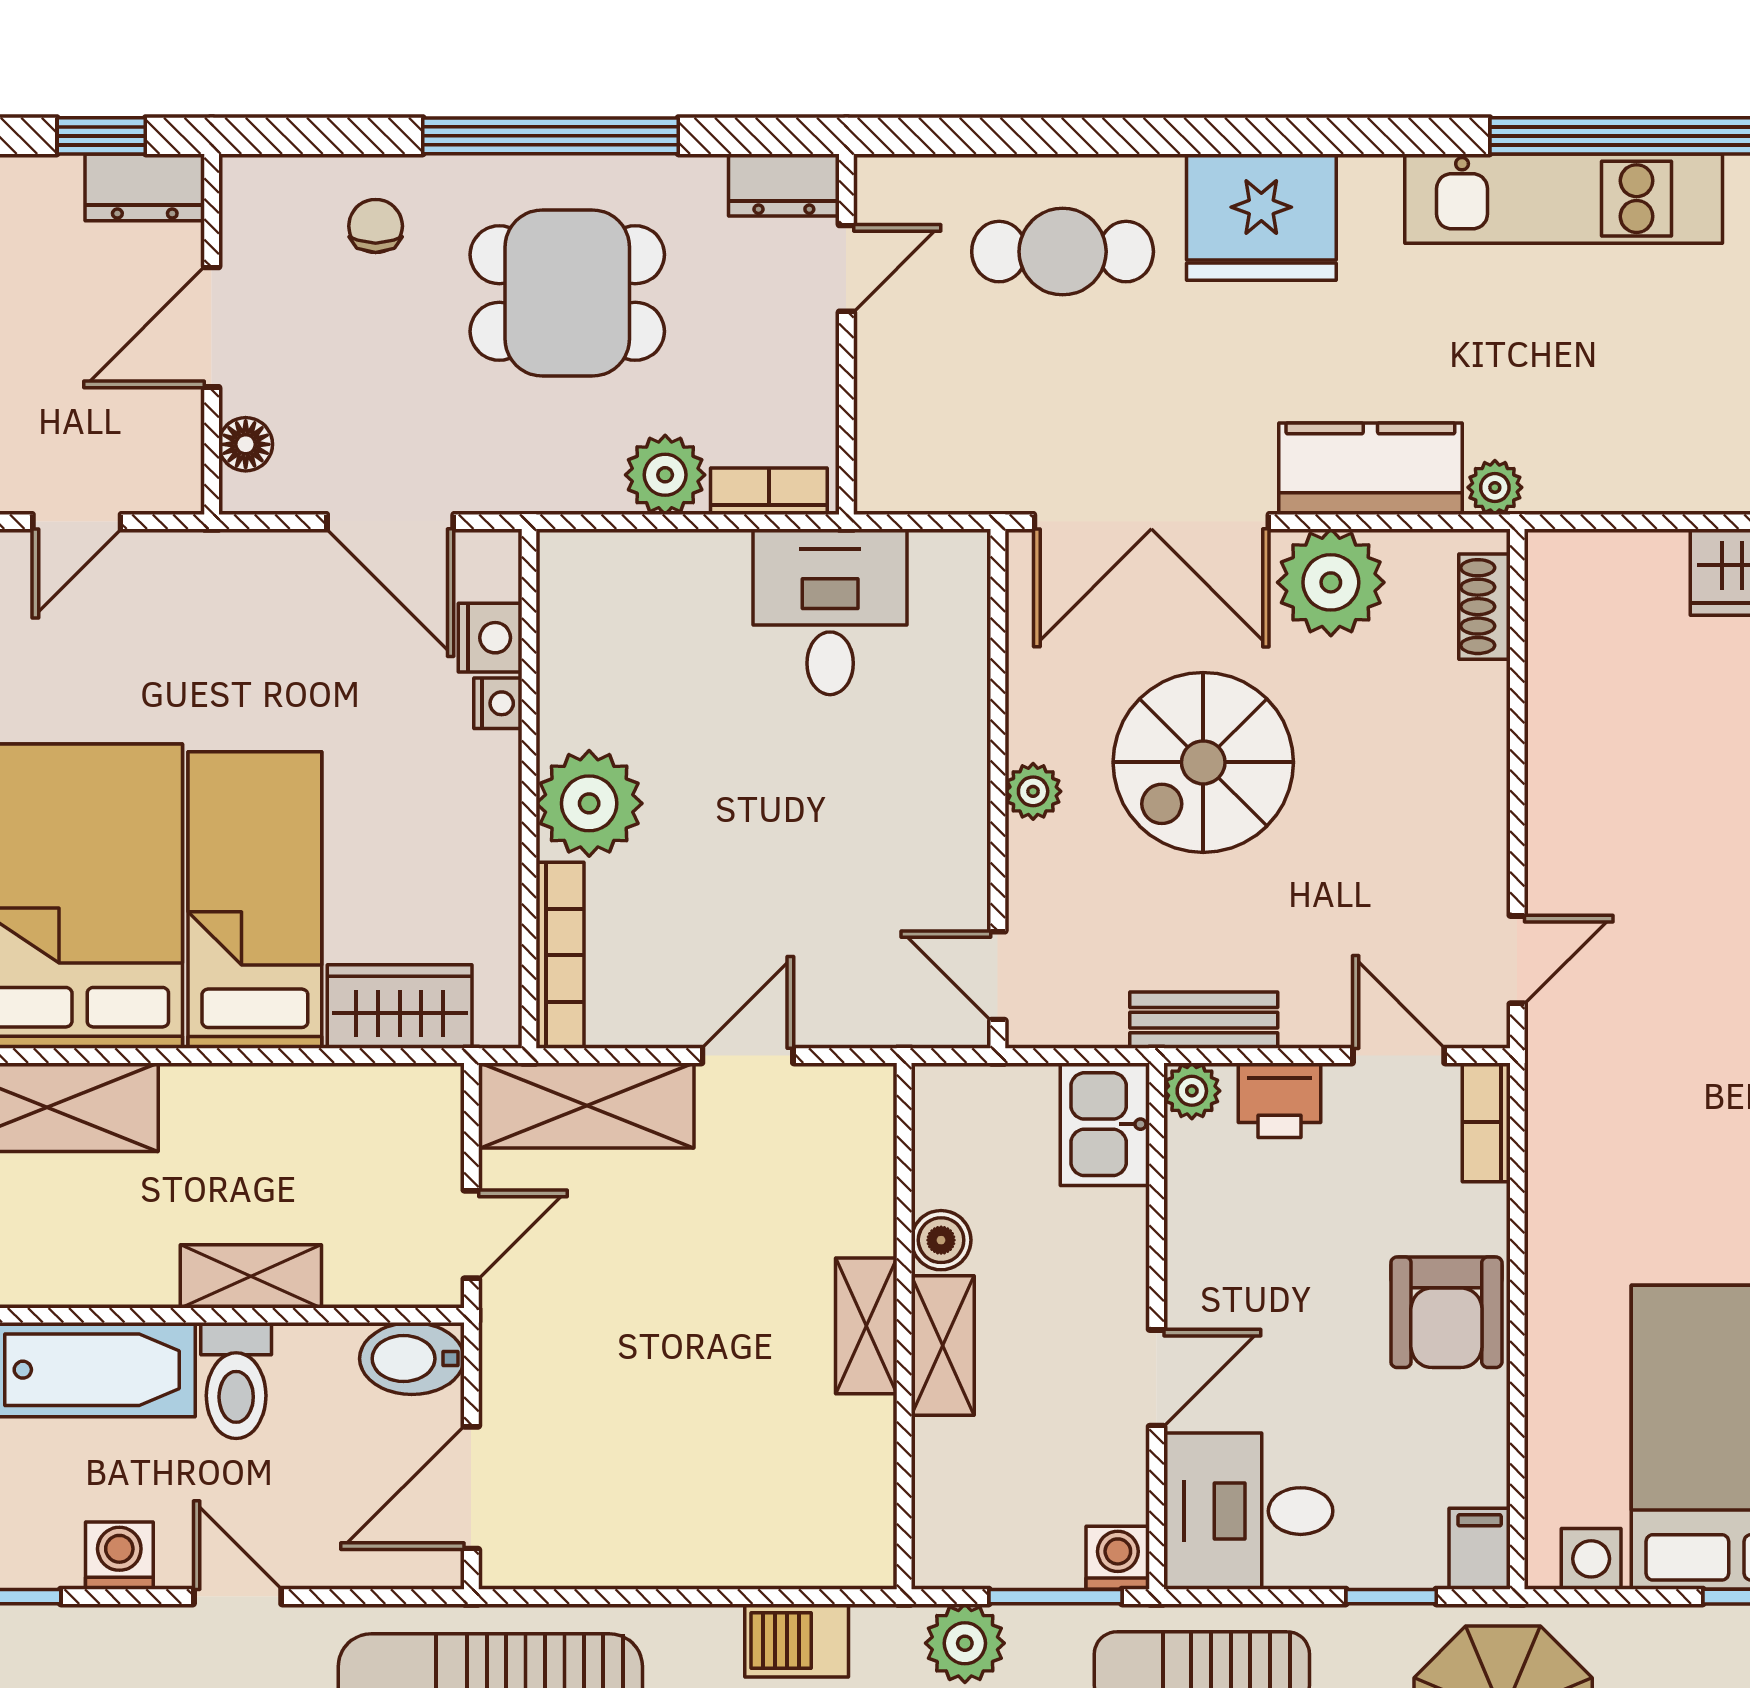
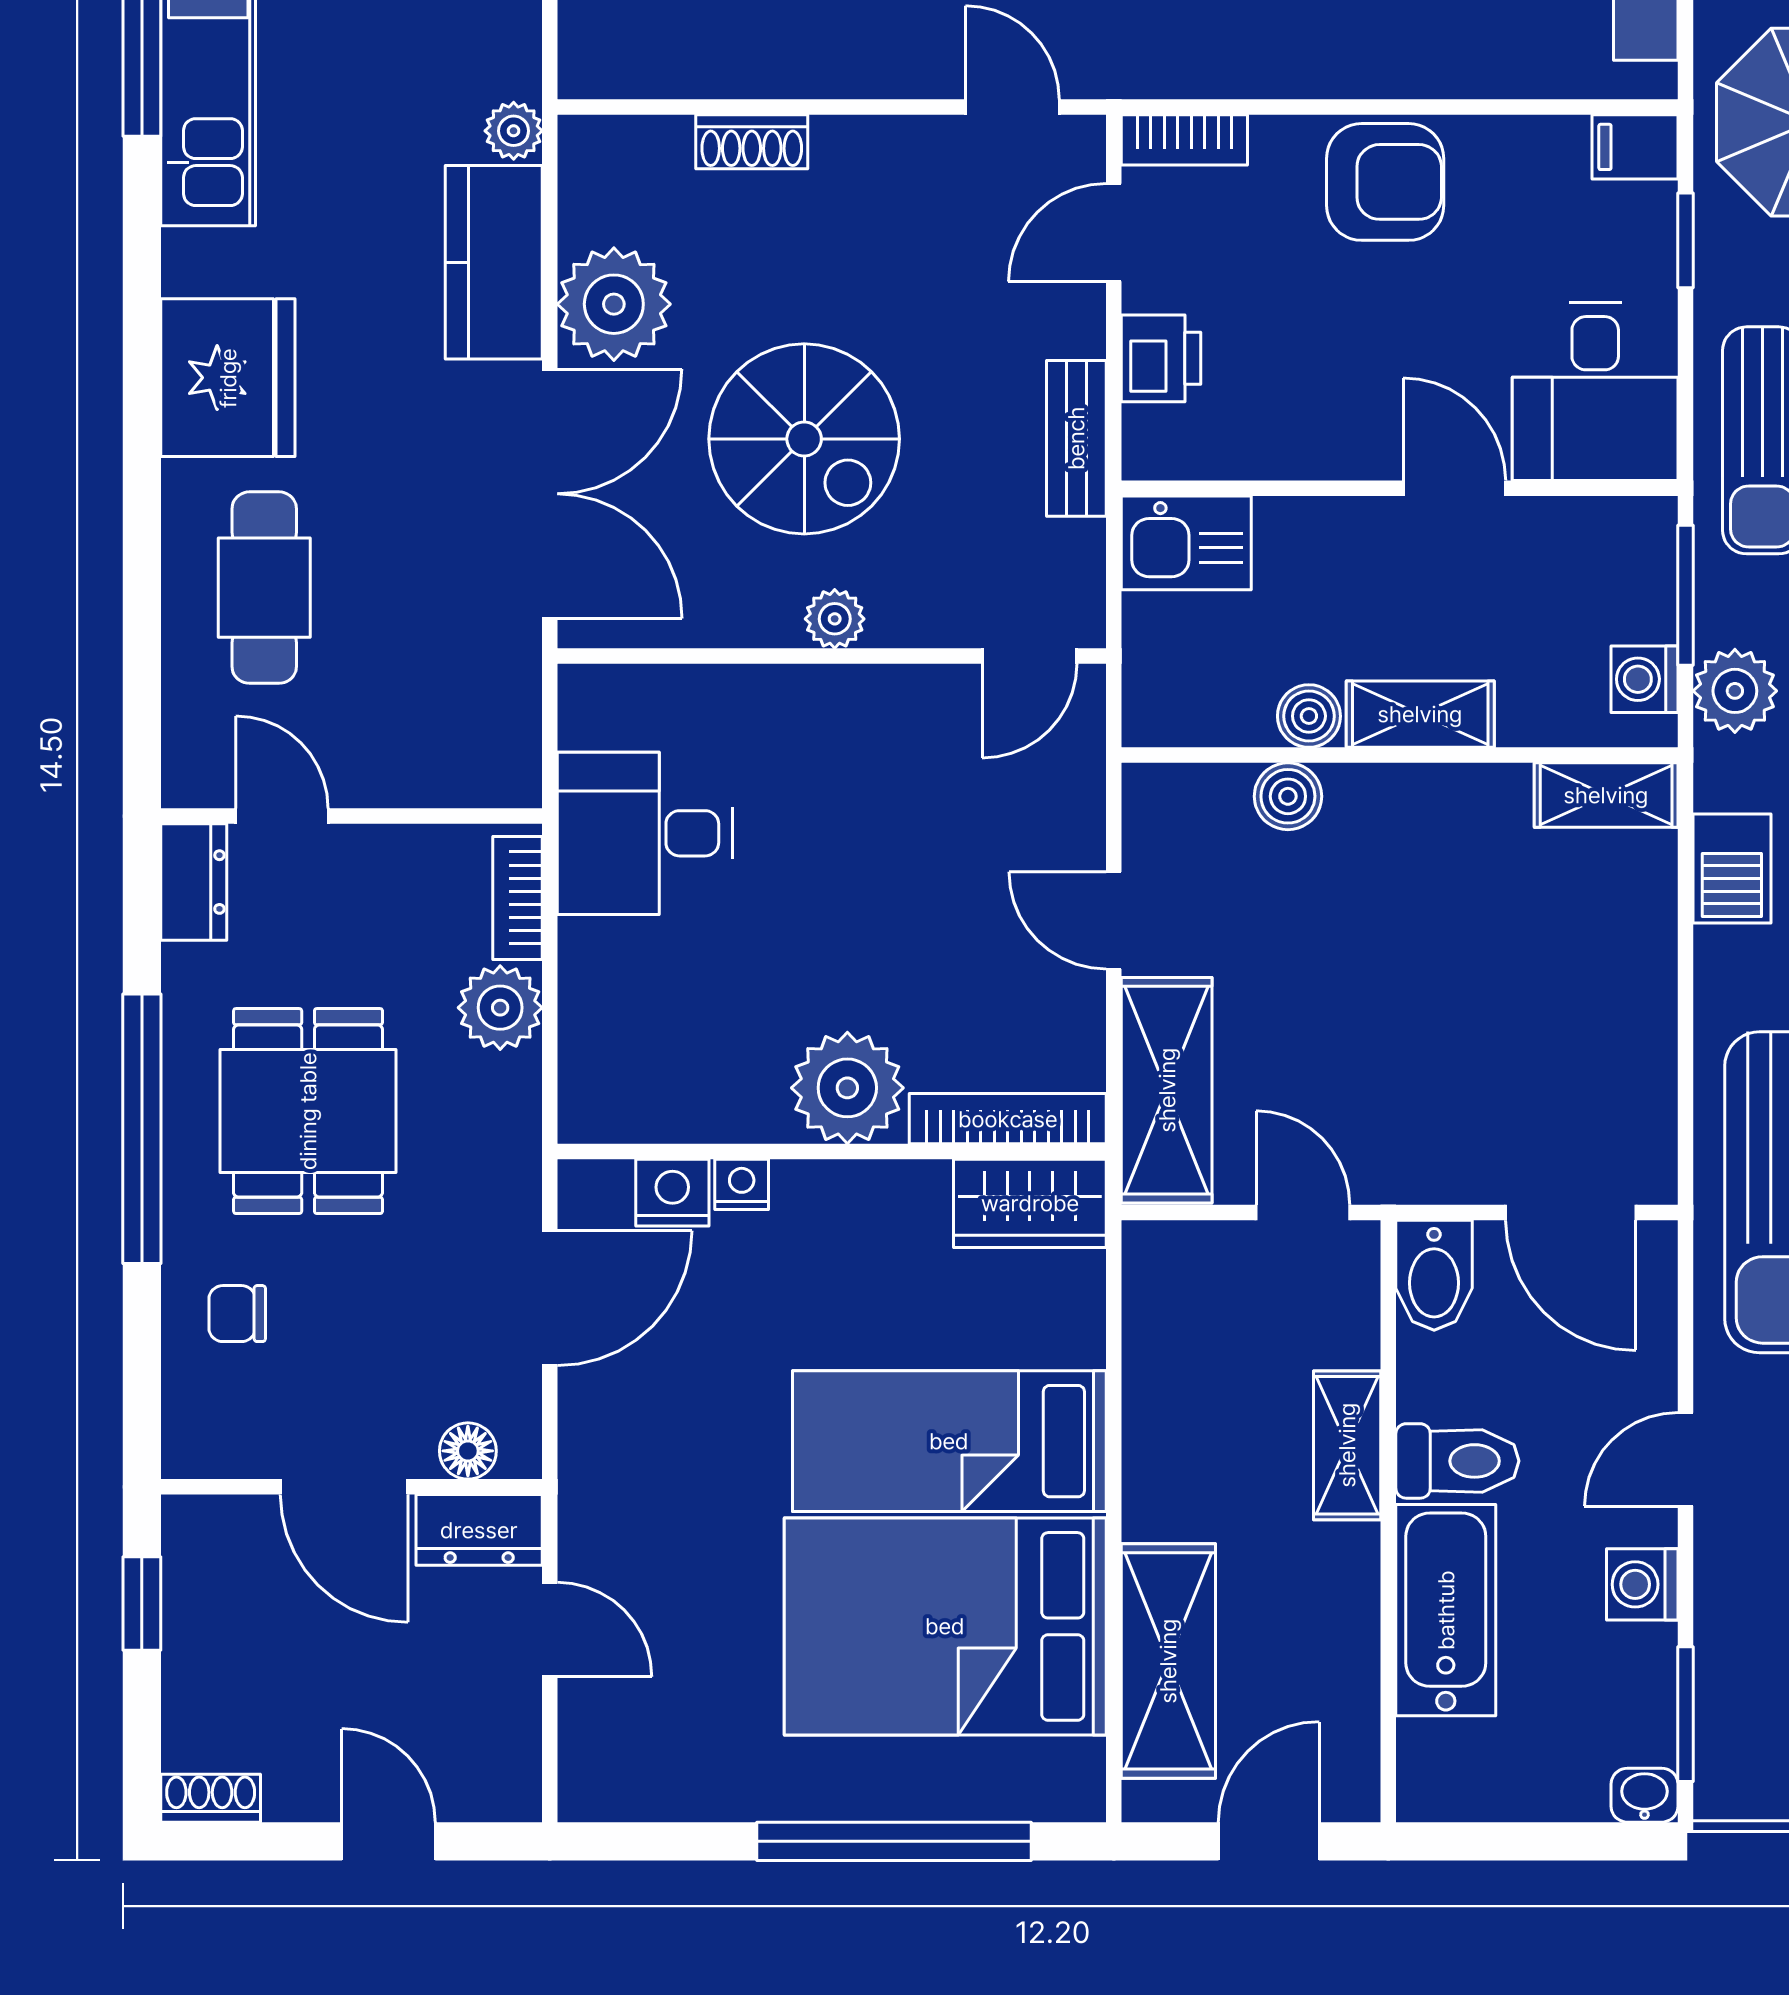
dresser: (145, 187) -> (479, 1530), moved, turned 90
shoe rack: (1484, 607) -> (752, 142), moved
wardrobe: (400, 1006) -> (1030, 1203), moved, turned -90
plant: (1192, 1091) -> (1151, 451), removed
boiler: (865, 1220) -> (1288, 796), added
shelving: (866, 1326) -> (1606, 795), moved
washing machine: (1118, 1558) -> (1645, 679), moved

